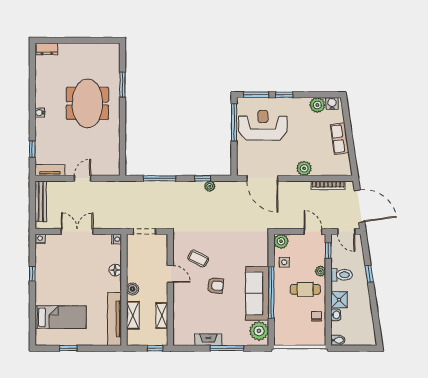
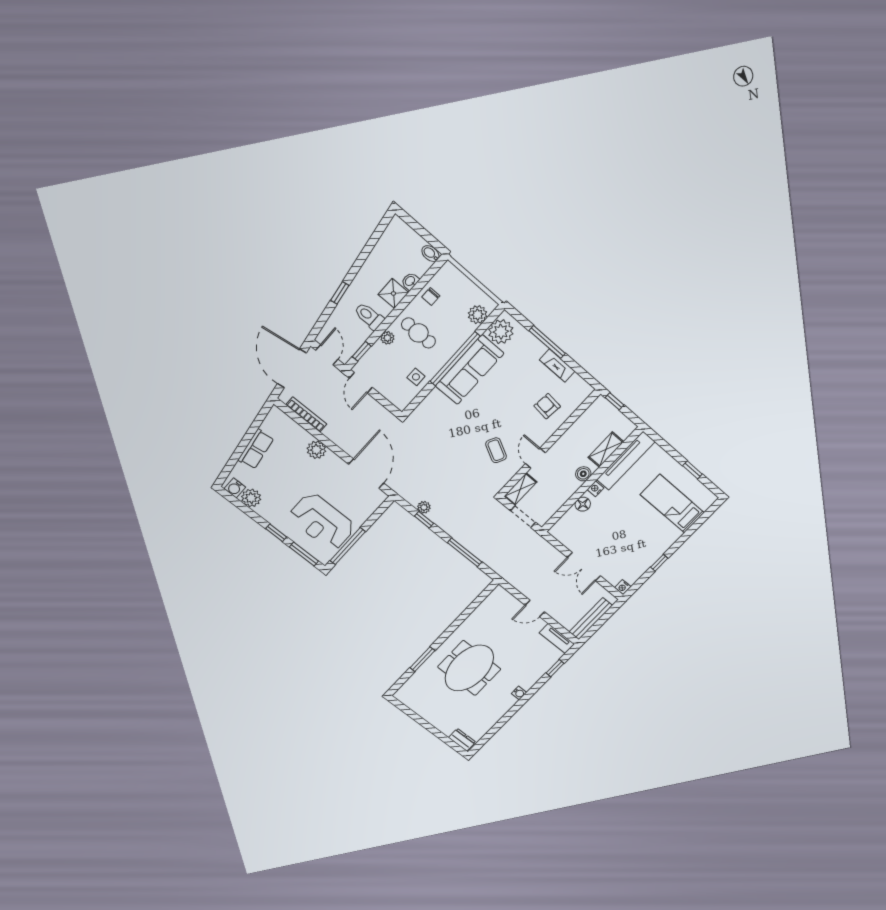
nightstand: (116, 239) -> (595, 489), moved
plant: (281, 241) -> (478, 315), moved
armchair: (215, 286) -> (547, 406), moved
shelving: (162, 315) -> (520, 489), moved

